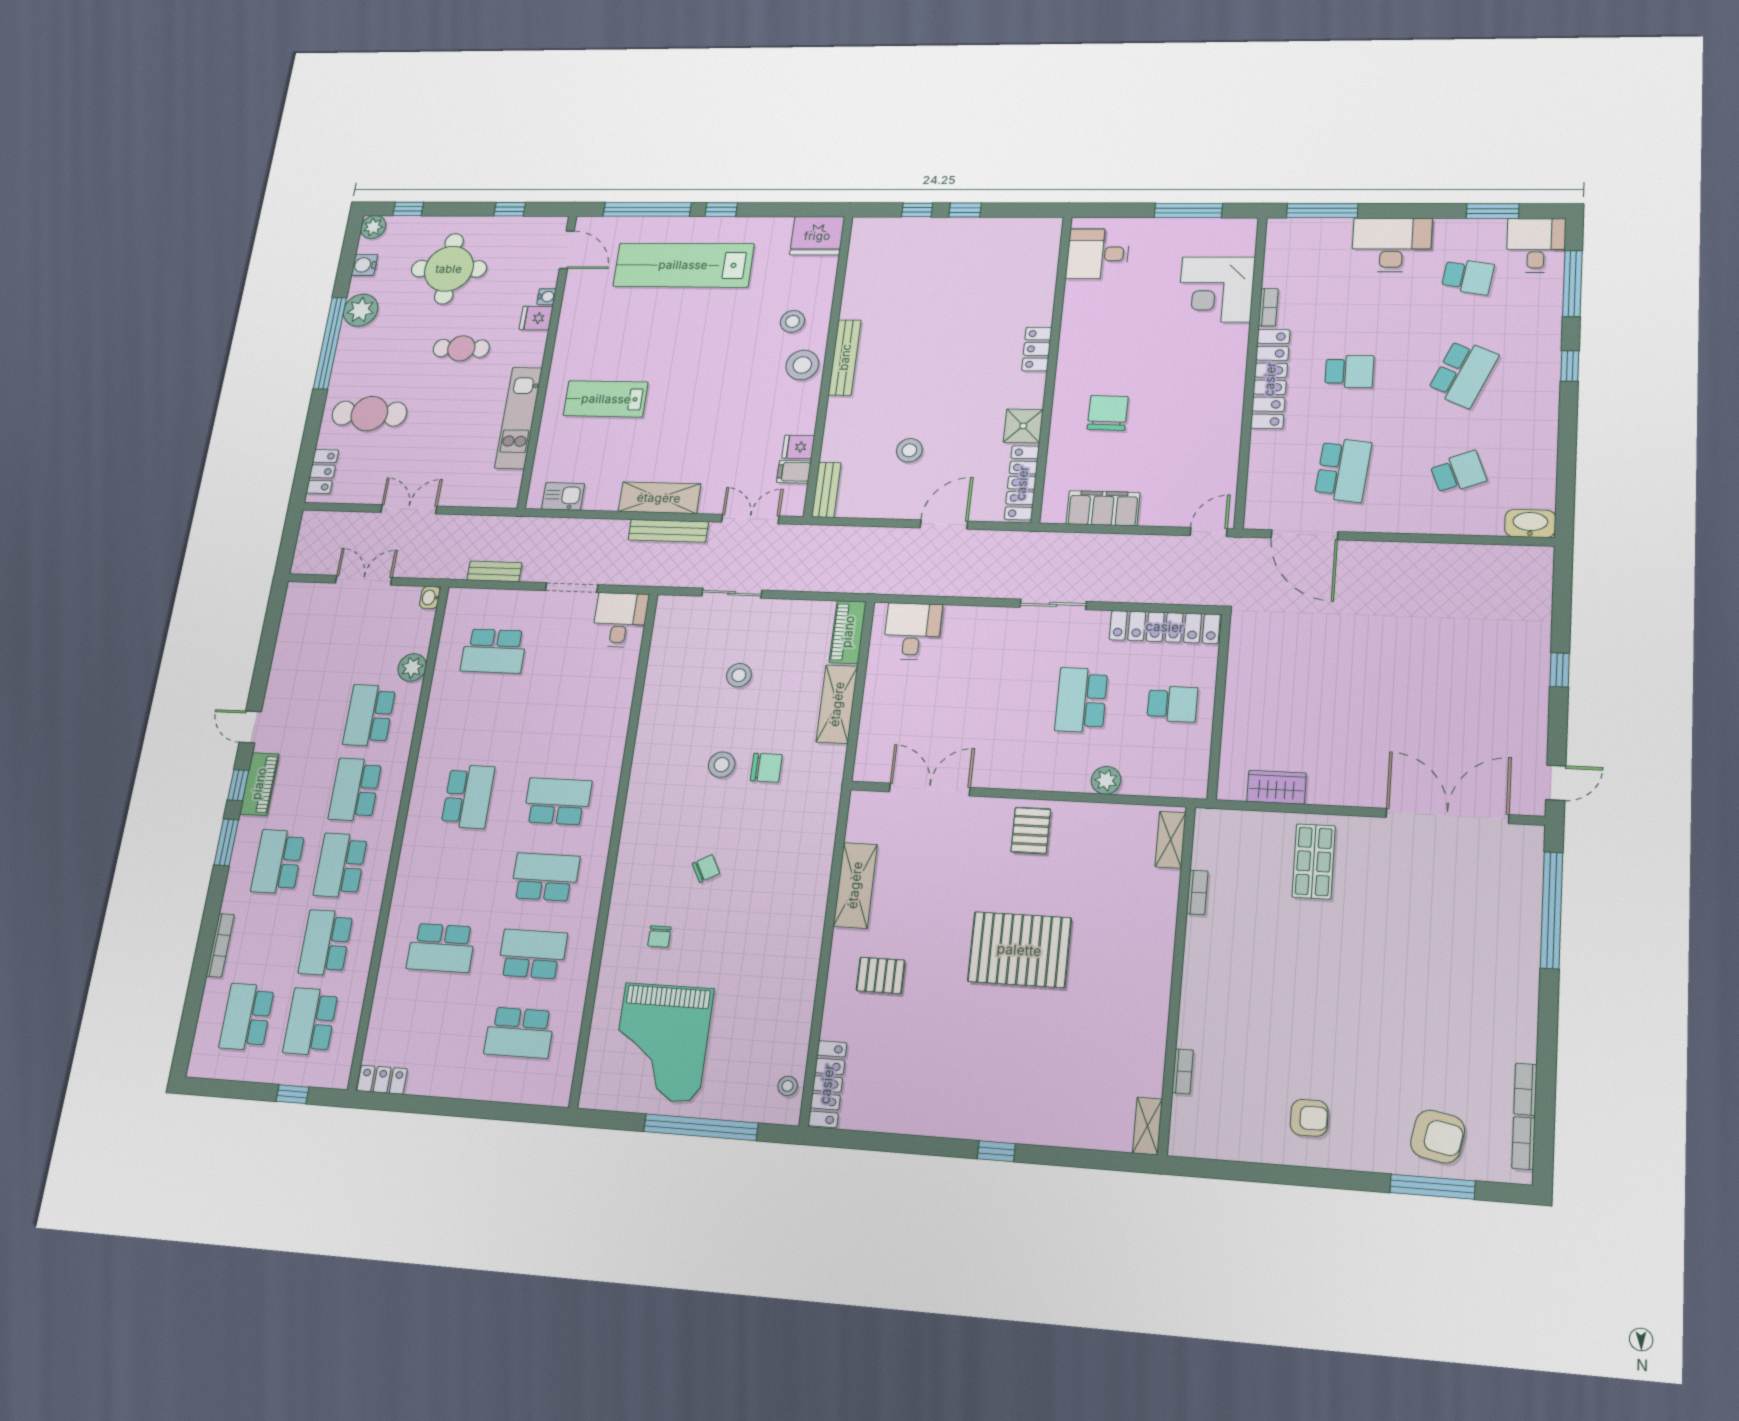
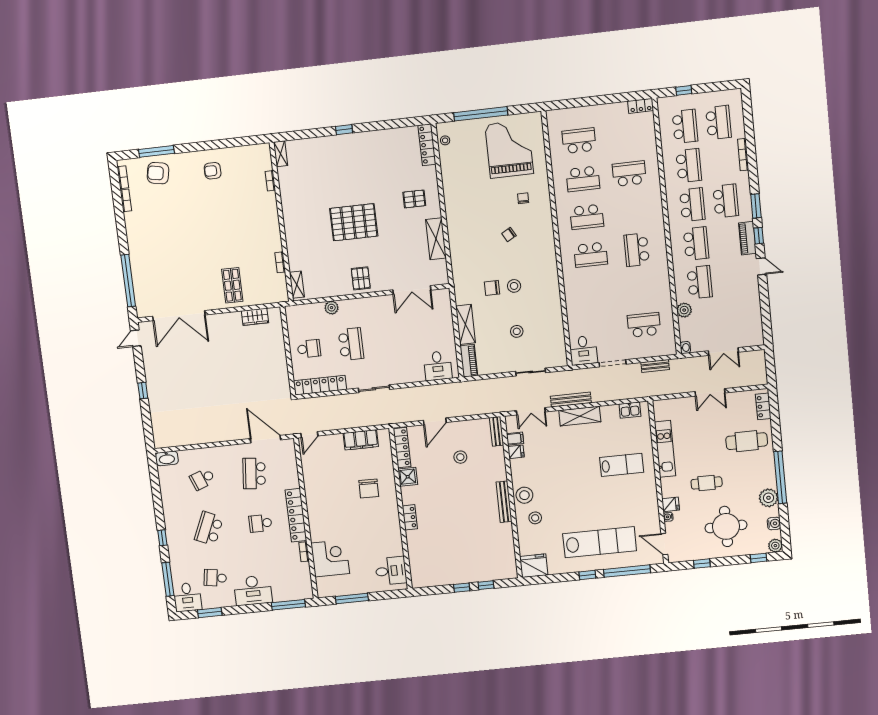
school desk: (1172, 704) -> (309, 349), turned 180

